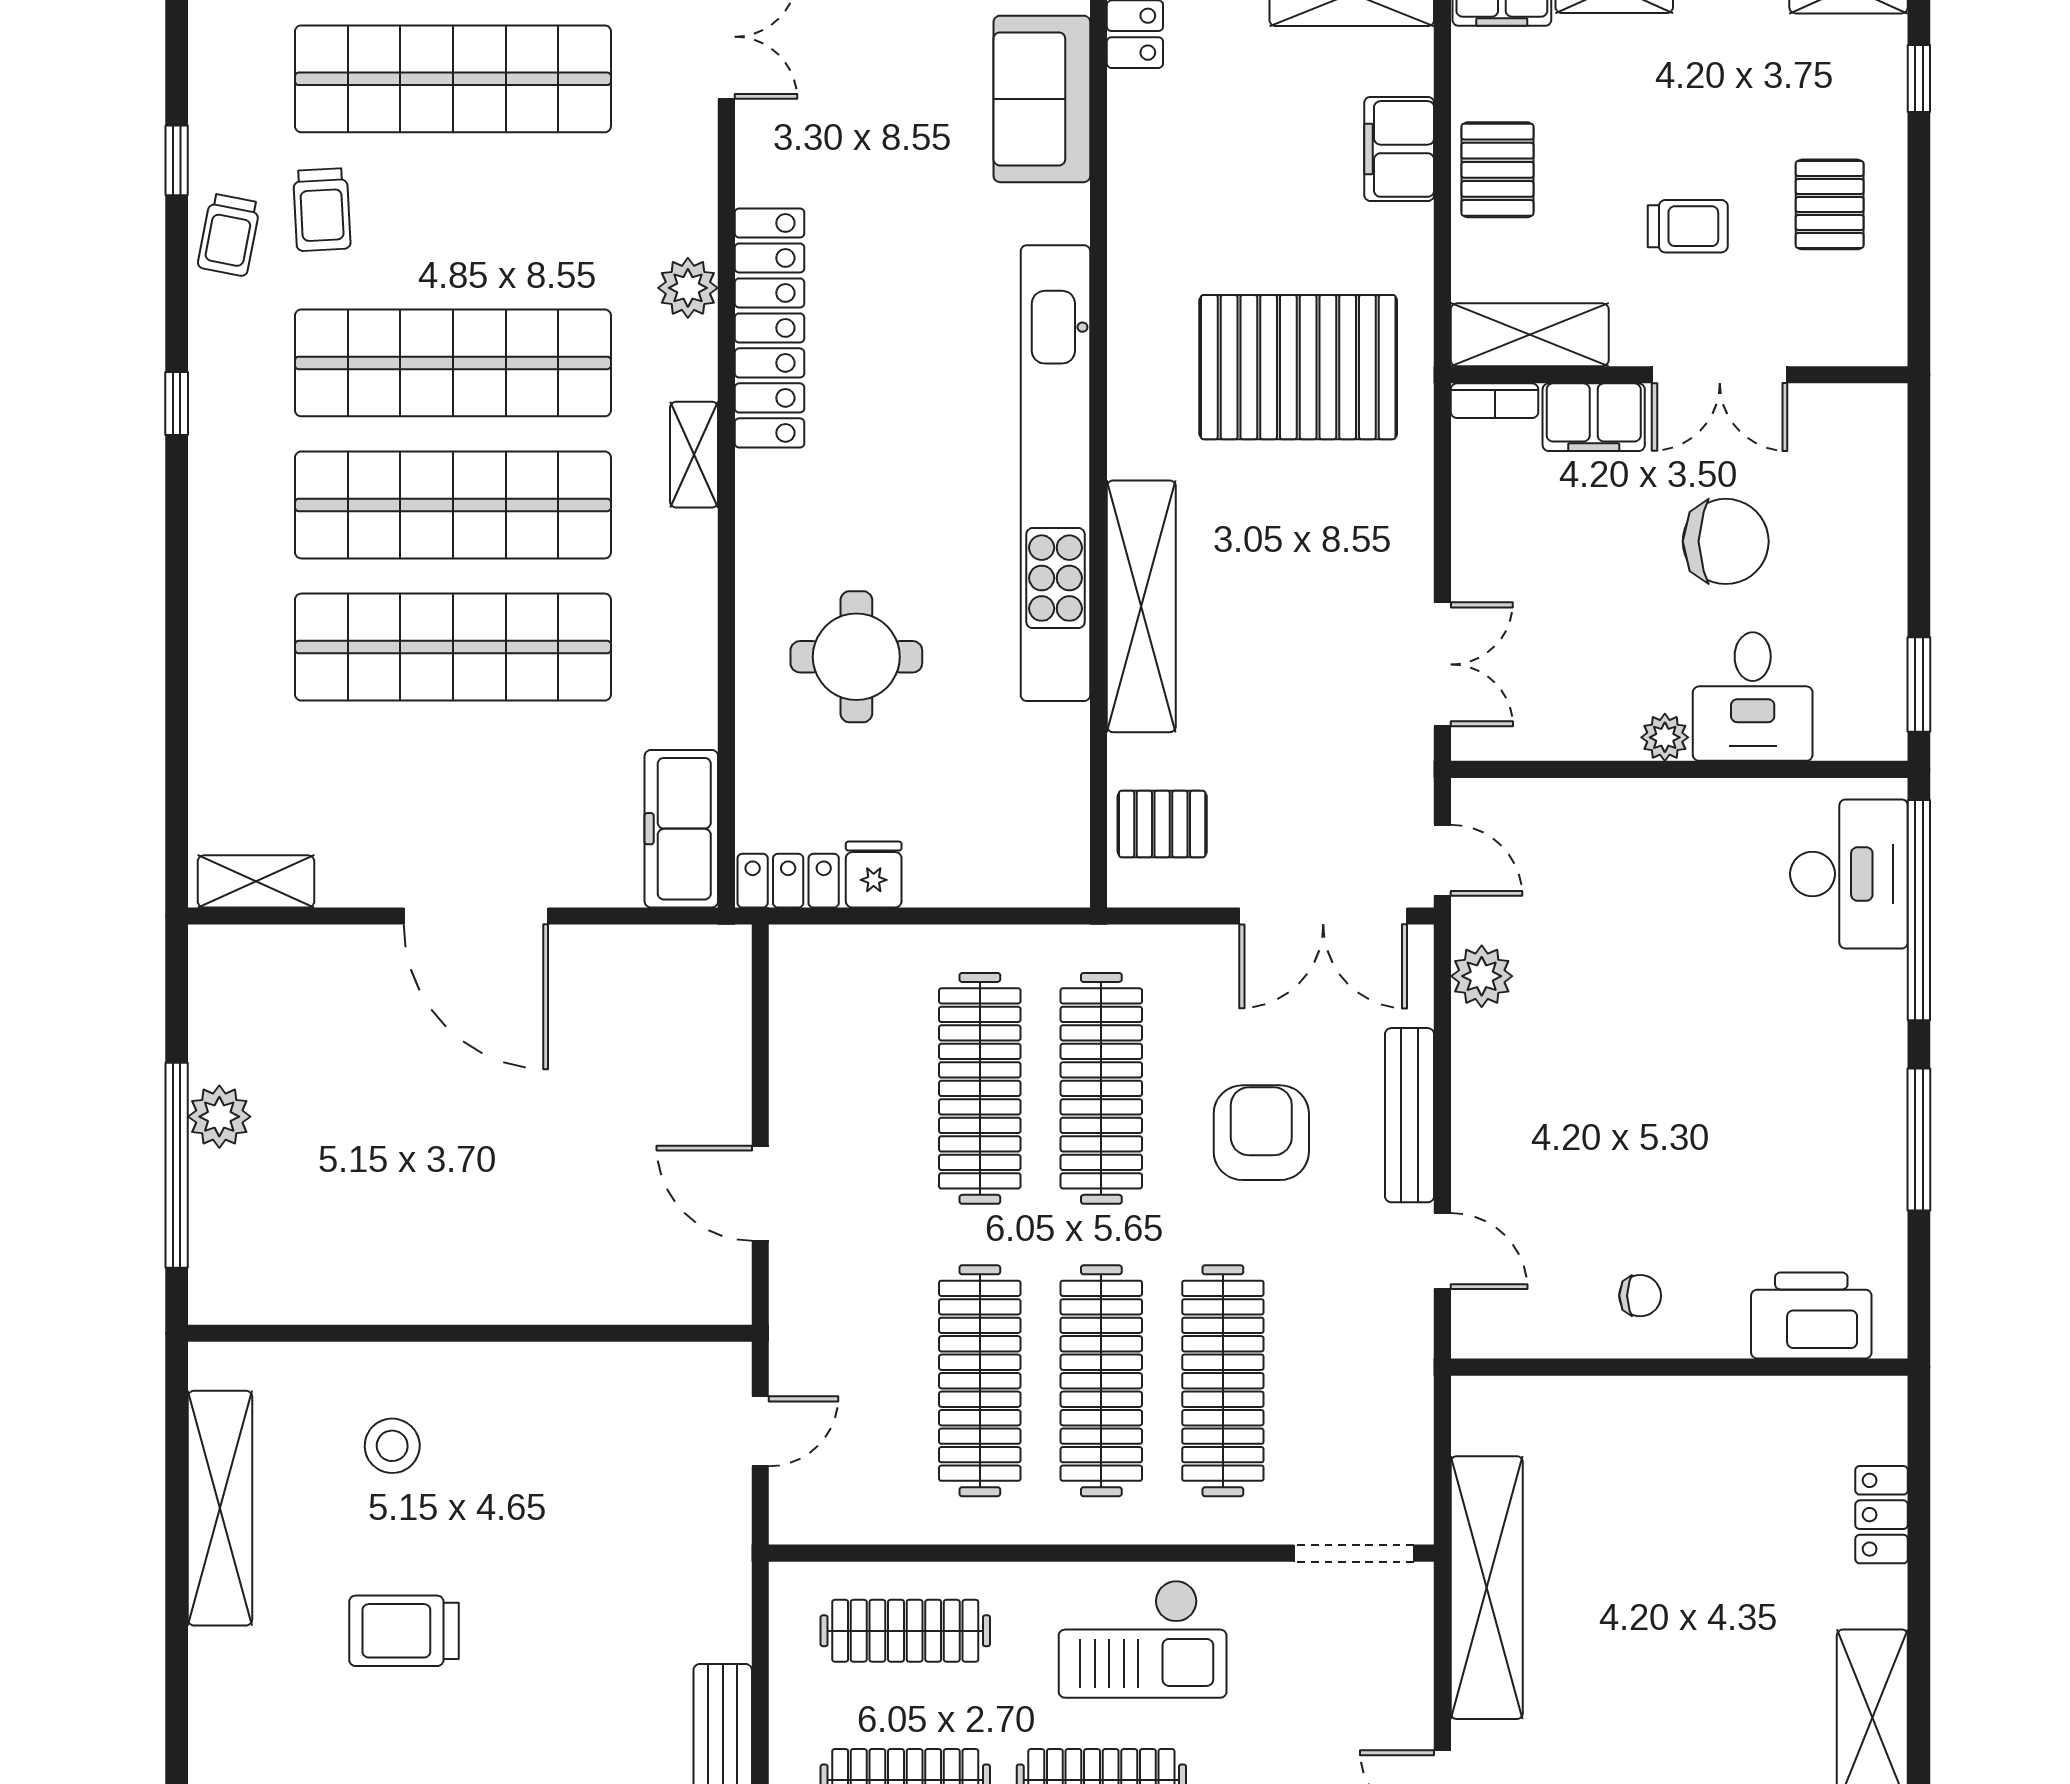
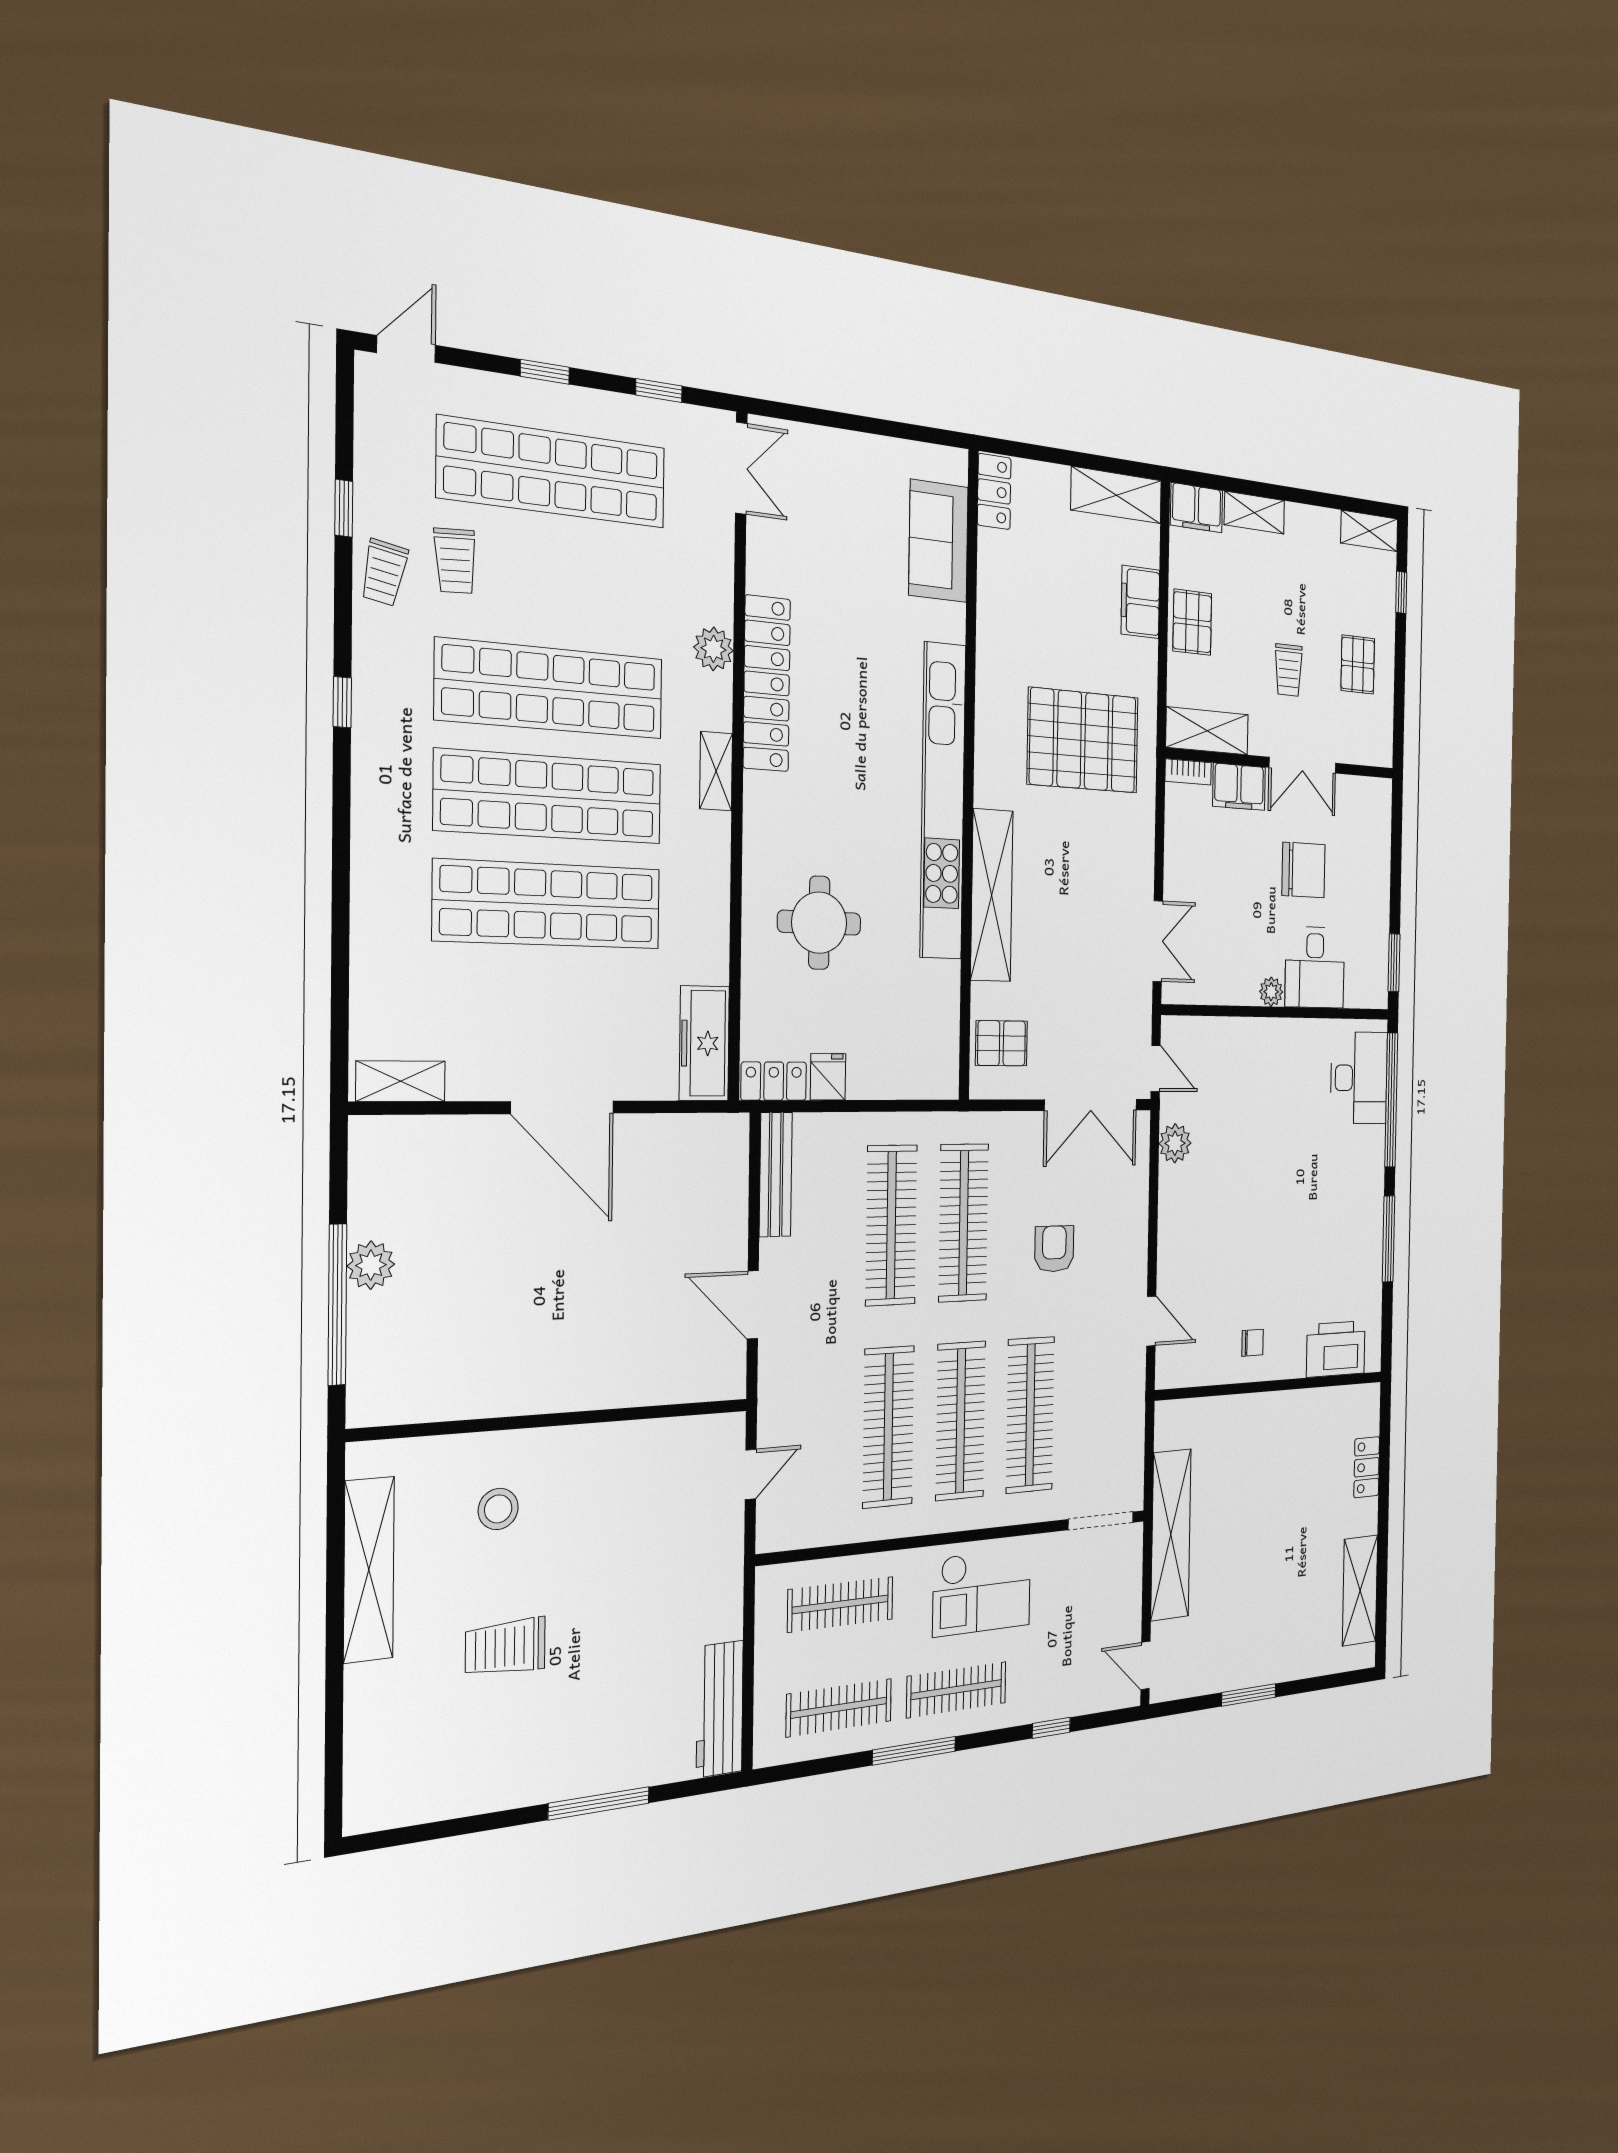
trolley: (1688, 226) -> (1288, 670), turned 90
bench: (1410, 1115) -> (776, 1175), moved
armchair: (1261, 1133) -> (1054, 1249), width x0.72, depth x0.72

